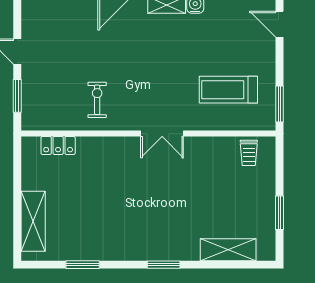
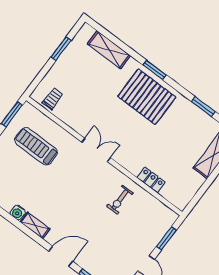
treadmill: (228, 90) -> (36, 146), turned 180
locker: (58, 145) -> (151, 180), moved
pallet: (151, 230) -> (147, 97), added

